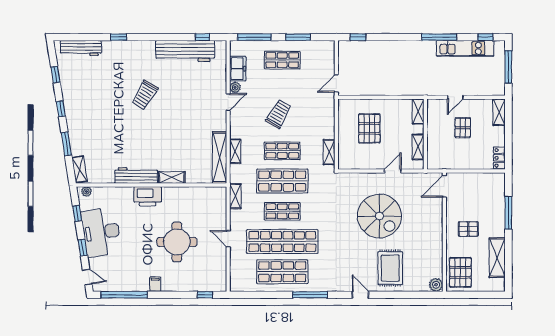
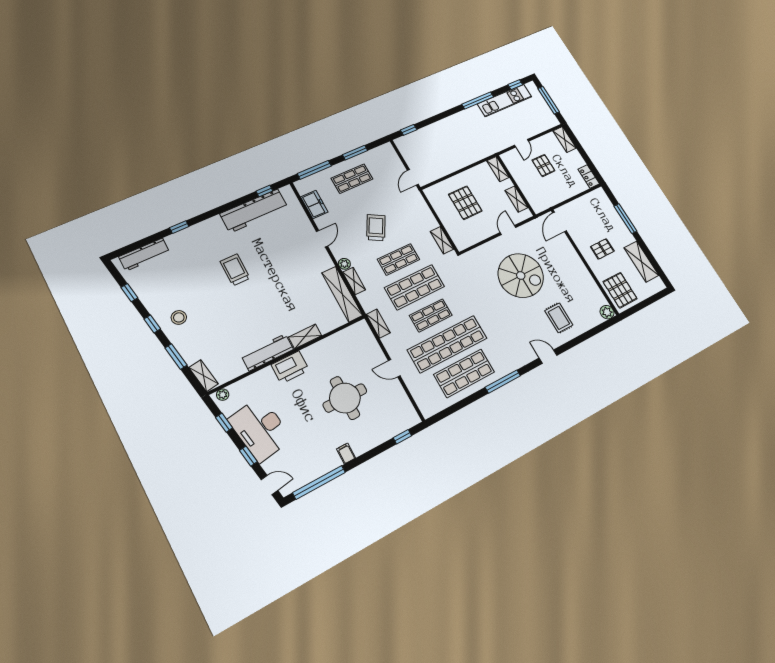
plant: (235, 87) -> (344, 264), moved
trolley: (145, 95) -> (235, 270), turned 149
stool: (83, 113) -> (179, 317), added
rug: (390, 268) -> (559, 318), width x0.73, depth x0.70

